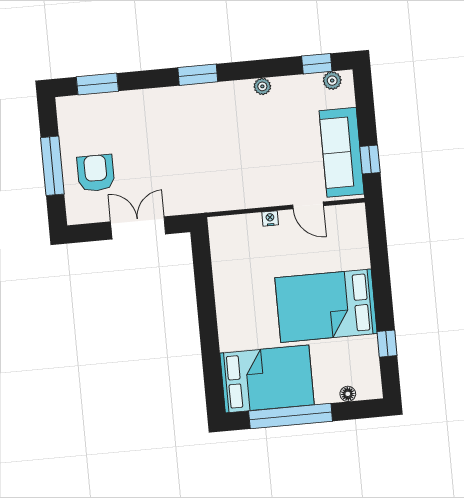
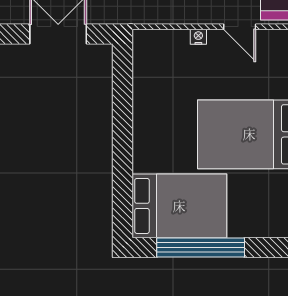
floor lamp: (348, 394) -> (263, 230), removed

